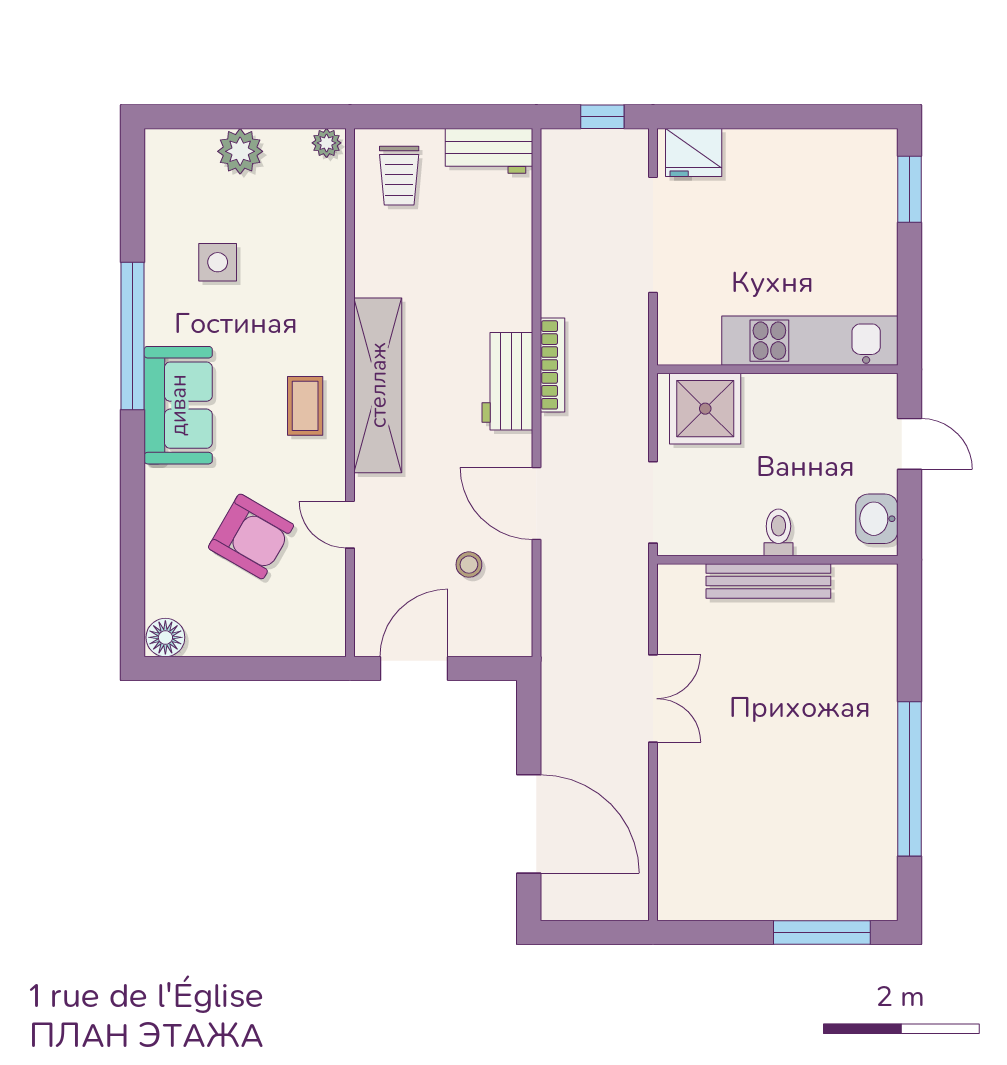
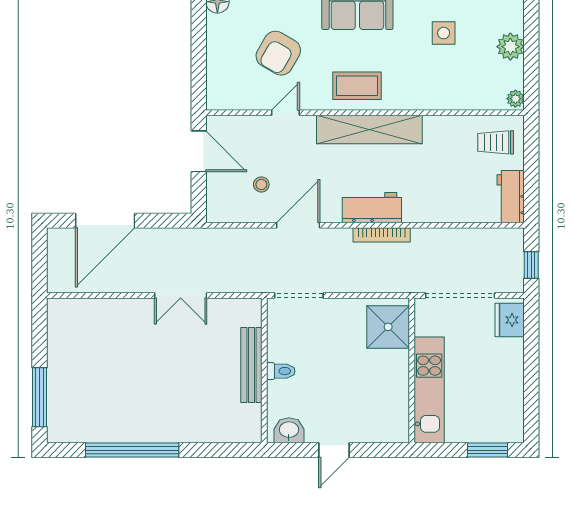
kitchen unit: (810, 341) -> (429, 390), moved
wall: (777, 369) -> (412, 370), moved
coffee table: (305, 406) -> (357, 86), width x1.36, depth x1.30
shower: (705, 409) -> (388, 327), moved

